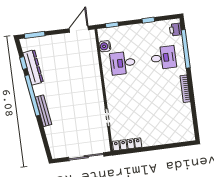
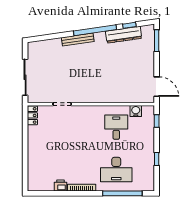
printer: (175, 30) -> (60, 186), moved
desk: (163, 58) -> (116, 170), width x1.37
locker: (127, 144) -> (32, 115), width x0.66

